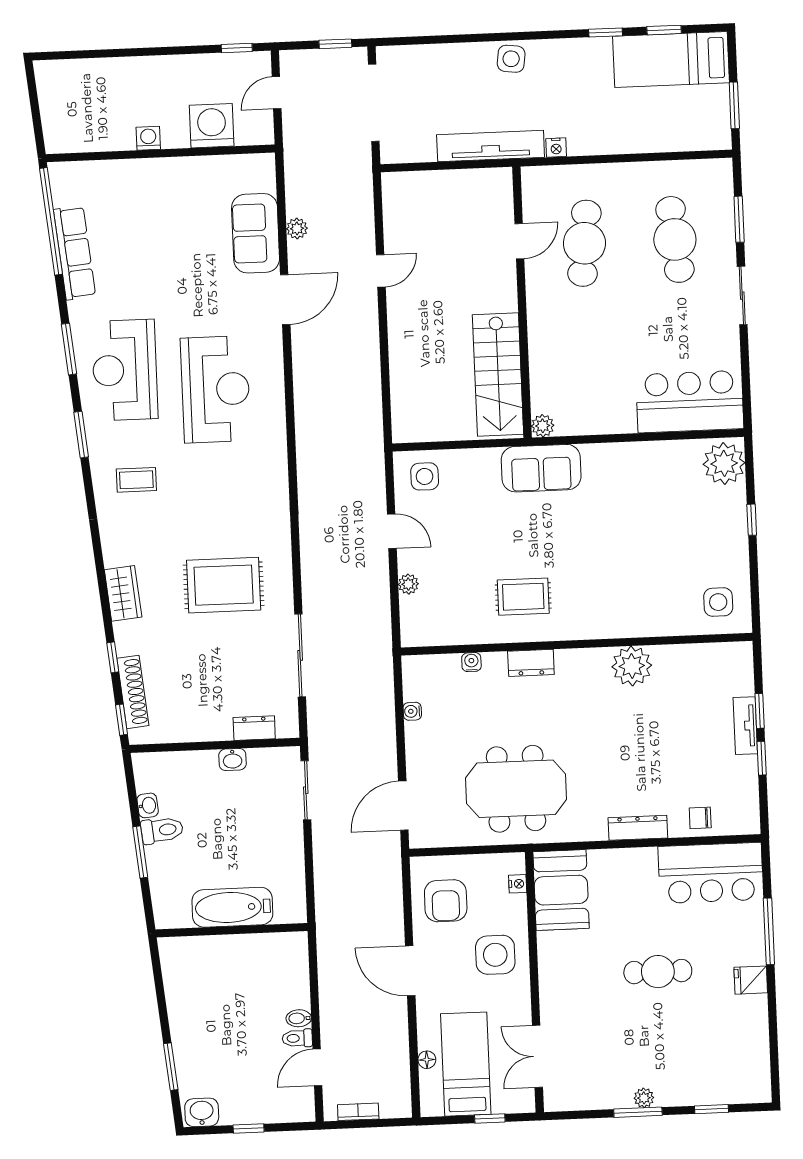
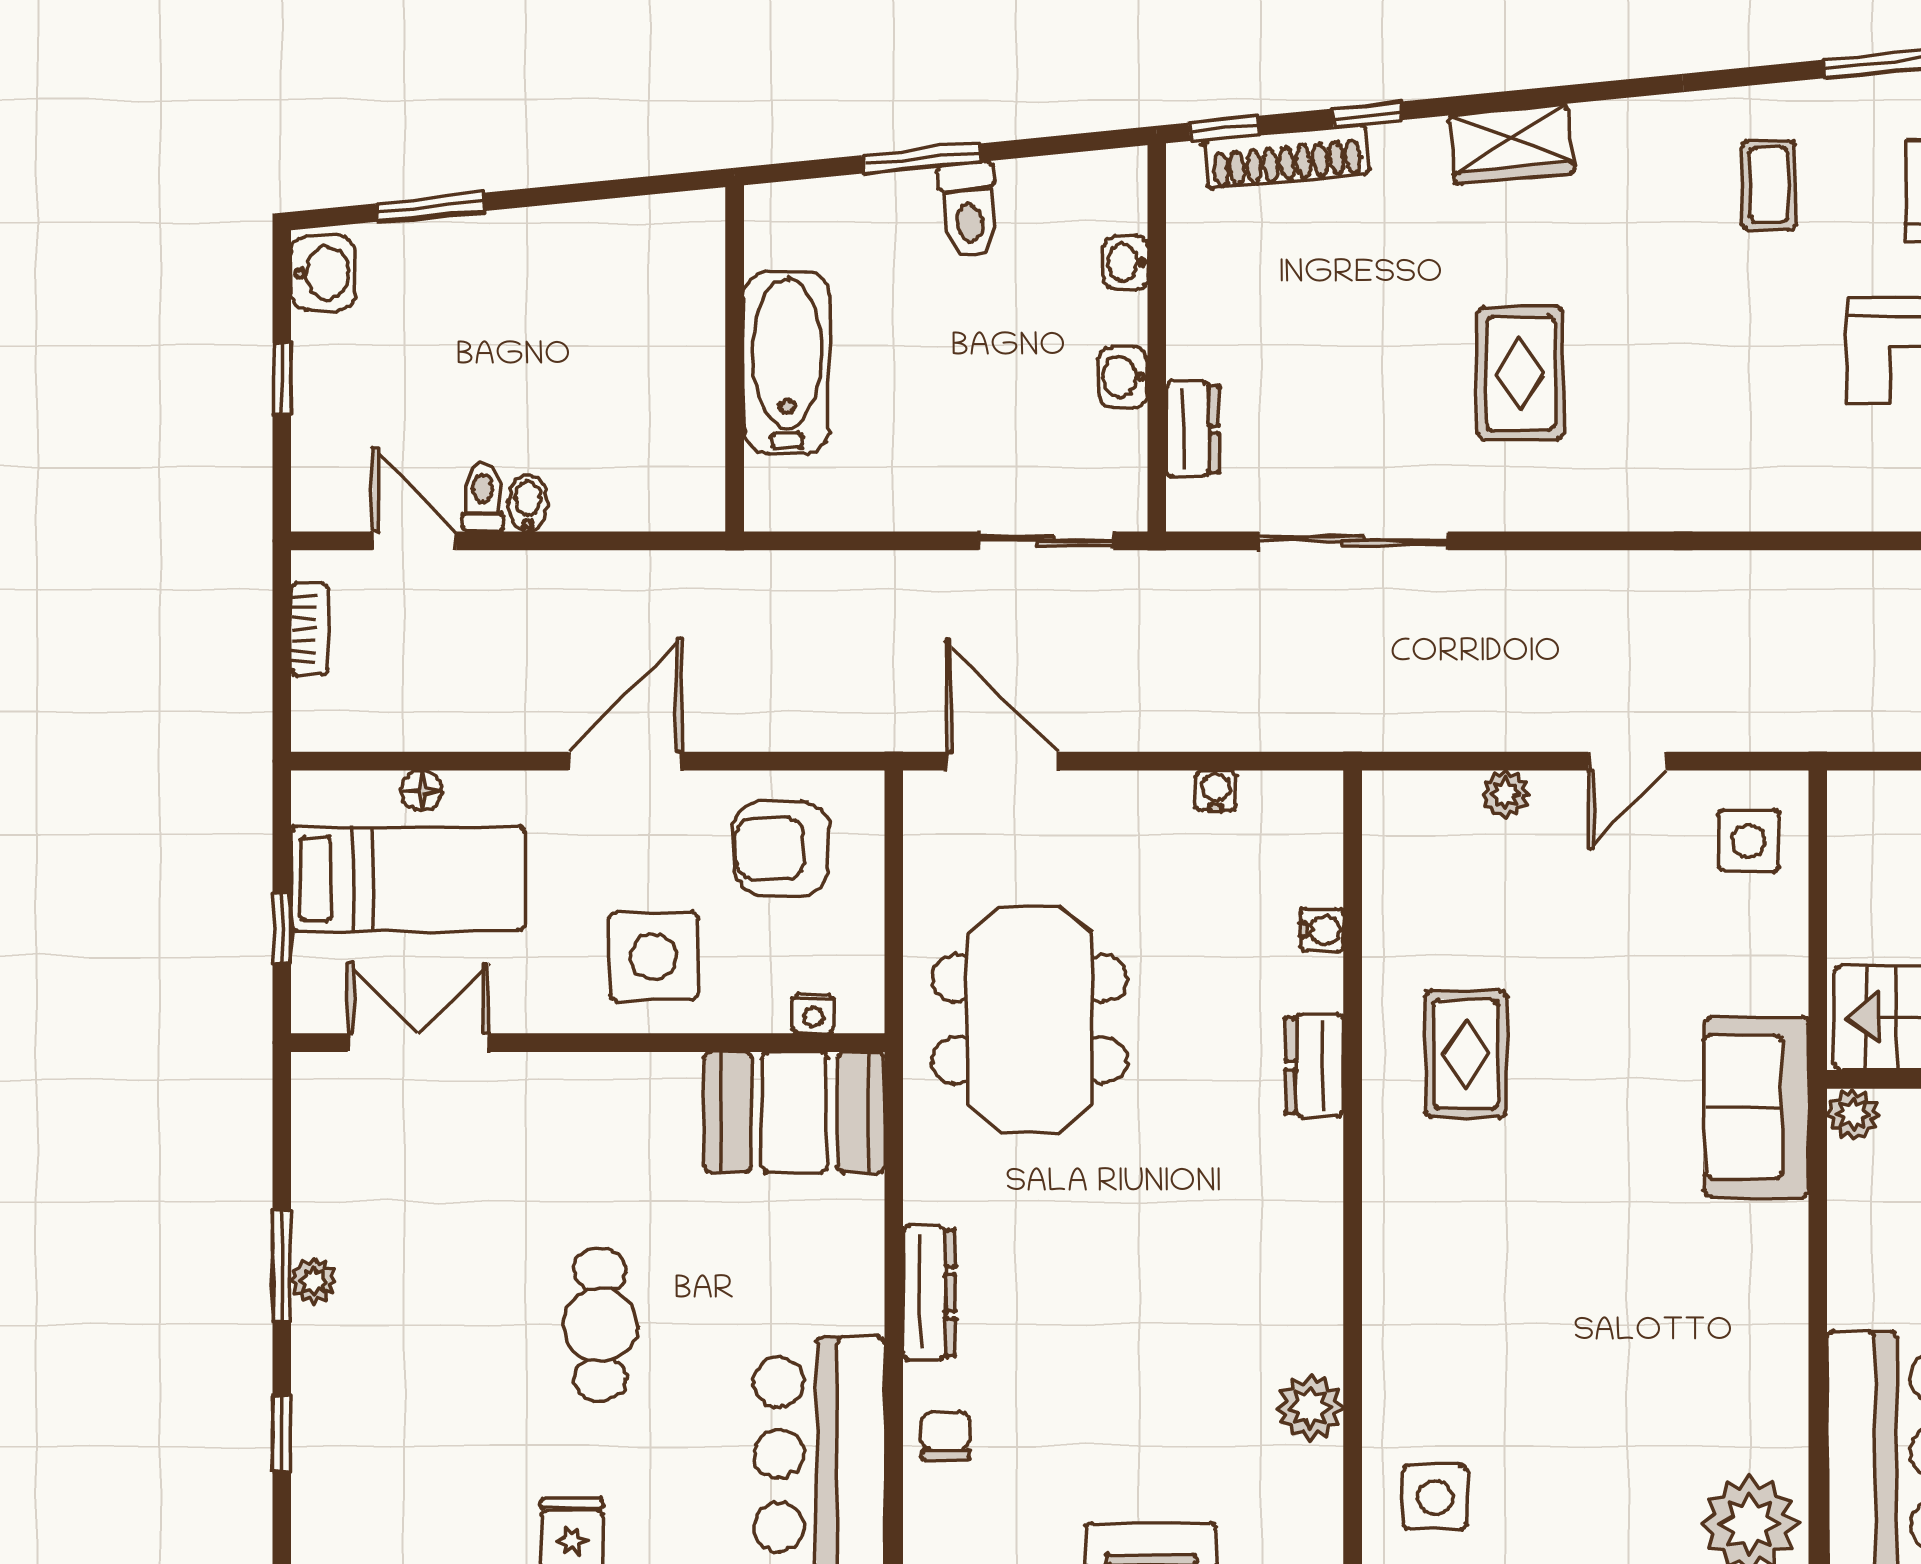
rug: (224, 585) -> (1521, 373), width x0.73, depth x0.70
plant: (632, 666) -> (1310, 1407), moved, width x0.73, depth x0.73
washbasin: (148, 805) -> (1126, 262), moved, turned 96

